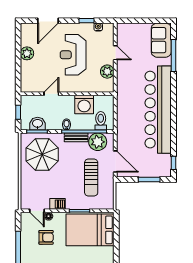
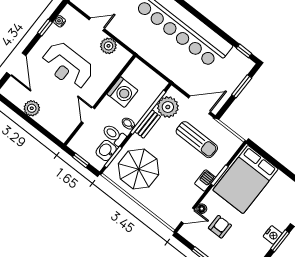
toilet: (101, 121) -> (114, 135), moved
barbecue: (58, 204) -> (205, 180), moved

